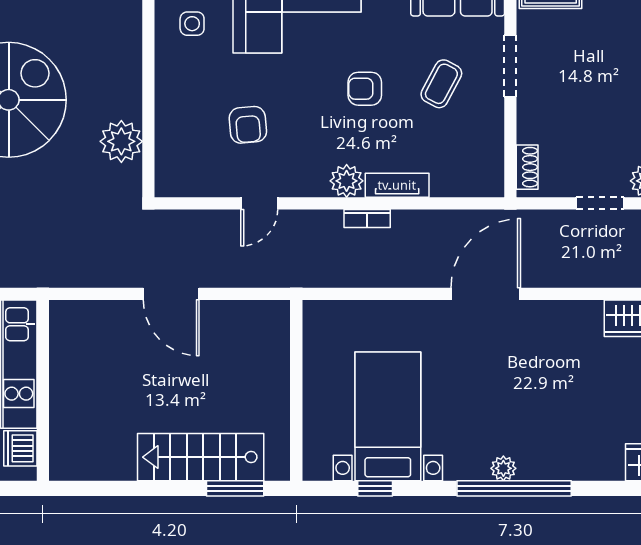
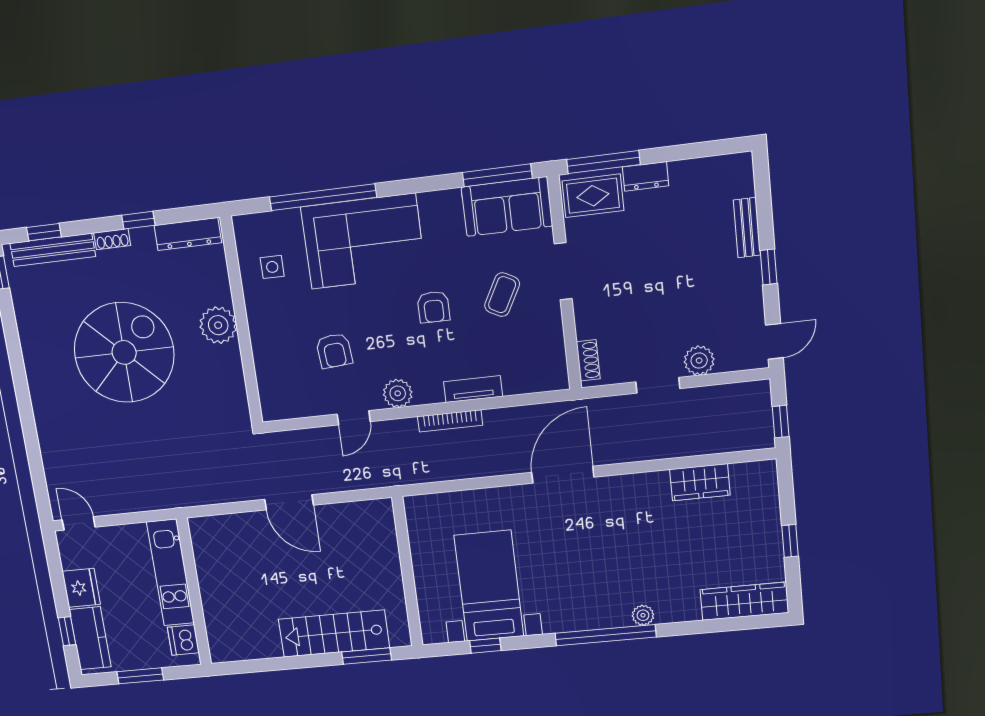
armchair: (365, 89) -> (434, 307), turned -90
plant: (121, 141) -> (218, 325), moved
plant: (347, 181) -> (398, 393), moved
bookcase: (367, 219) -> (450, 421), width x1.56
plant: (503, 468) -> (643, 615), moved

